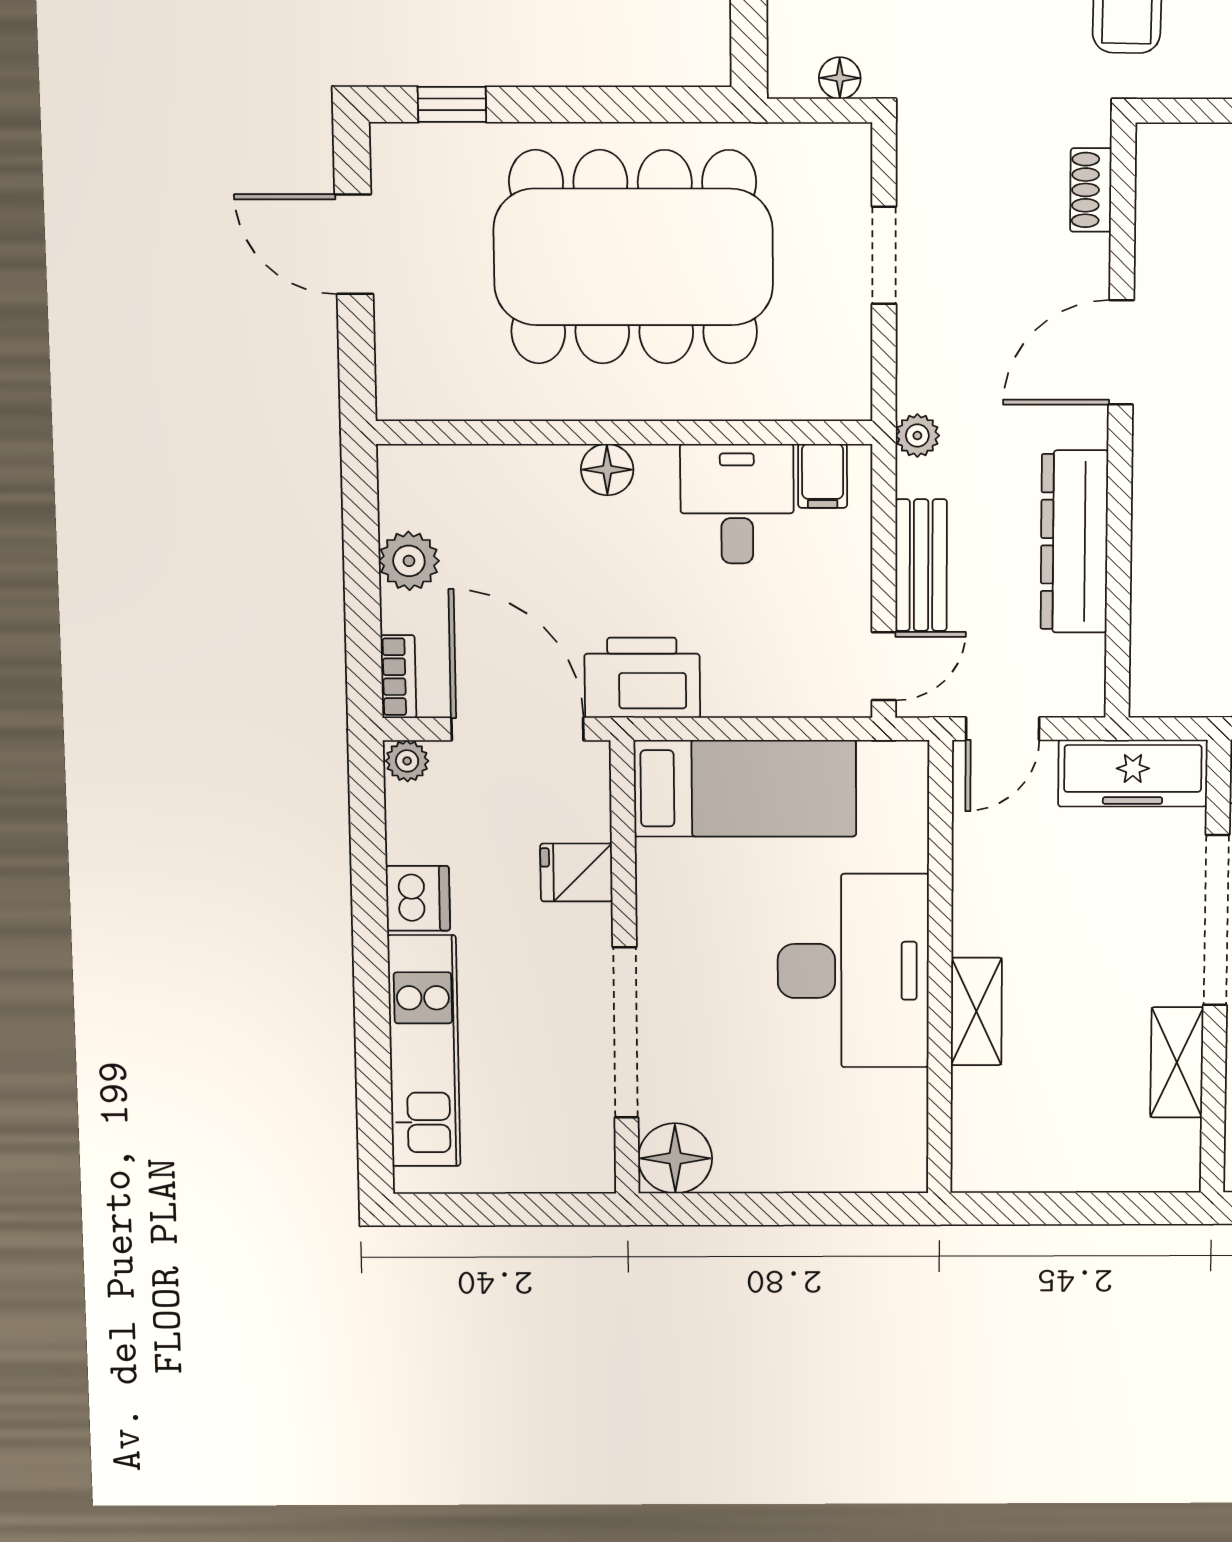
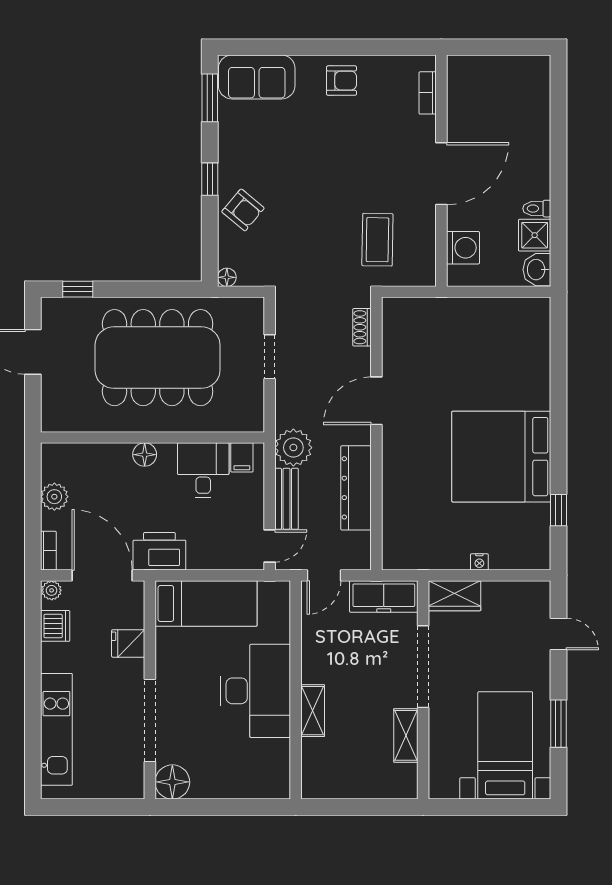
floor lamp: (840, 78) -> (227, 277), moved
plant: (917, 436) -> (293, 448), width x1.88, depth x1.88
dishwasher: (418, 898) -> (55, 626), moved

